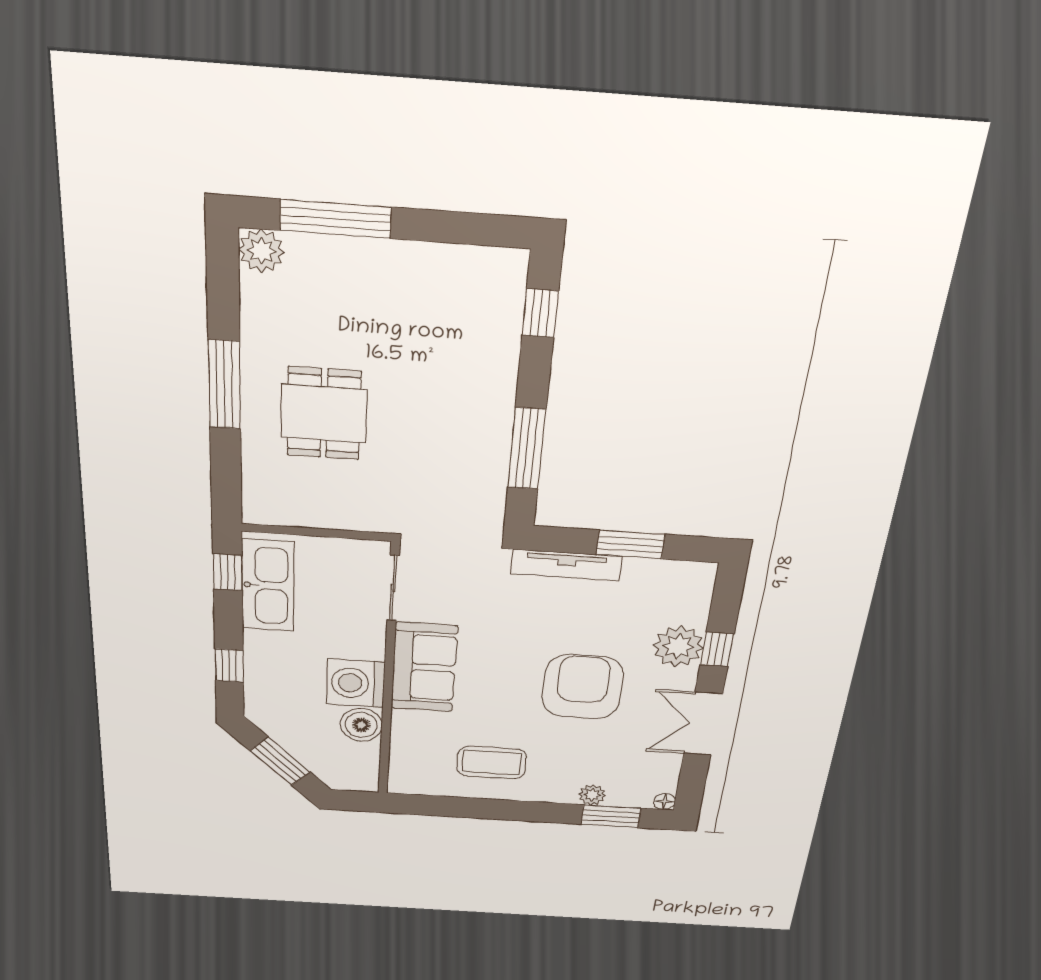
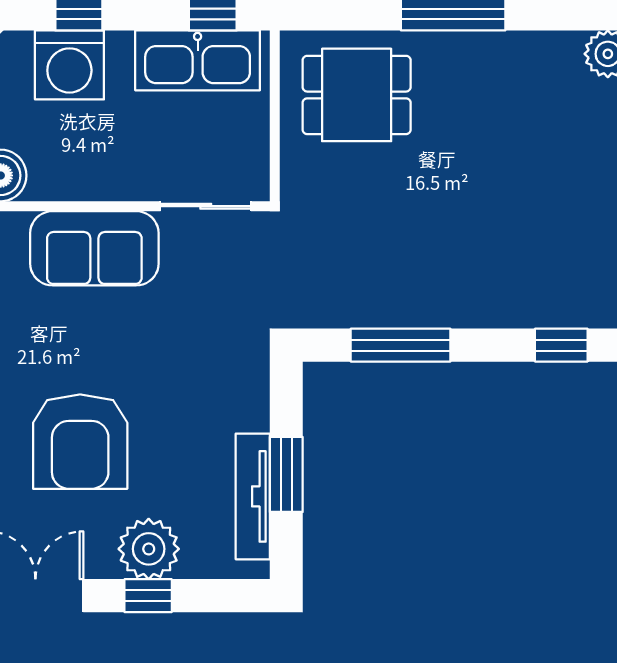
dining table: (324, 413) -> (357, 95), moved
tv unit: (566, 565) -> (253, 496), moved
washing machine: (356, 683) -> (69, 65), moved, turned 180
armchair: (583, 687) -> (80, 442), turned 90

